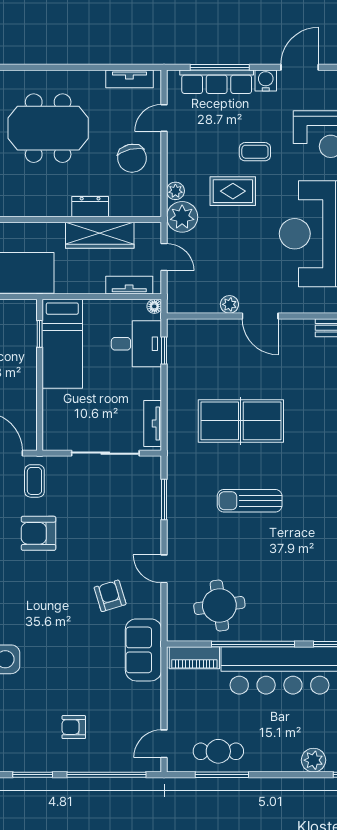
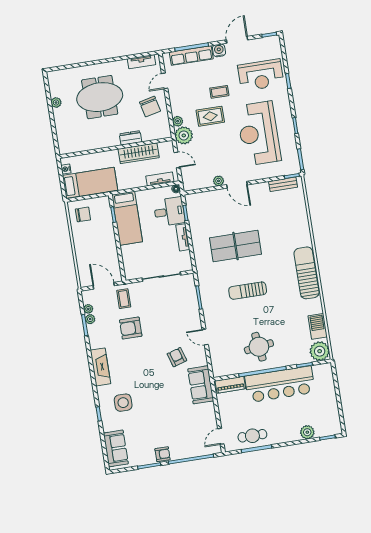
tv unit: (153, 424) -> (183, 237), moved
round table: (219, 606) -> (259, 347), moved
armchair: (74, 727) -> (163, 454), moved, turned 180

